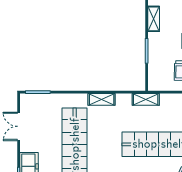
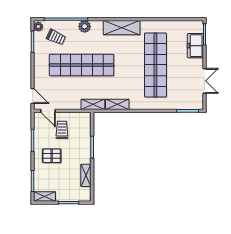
shelving: (102, 99) -> (117, 104), moved

